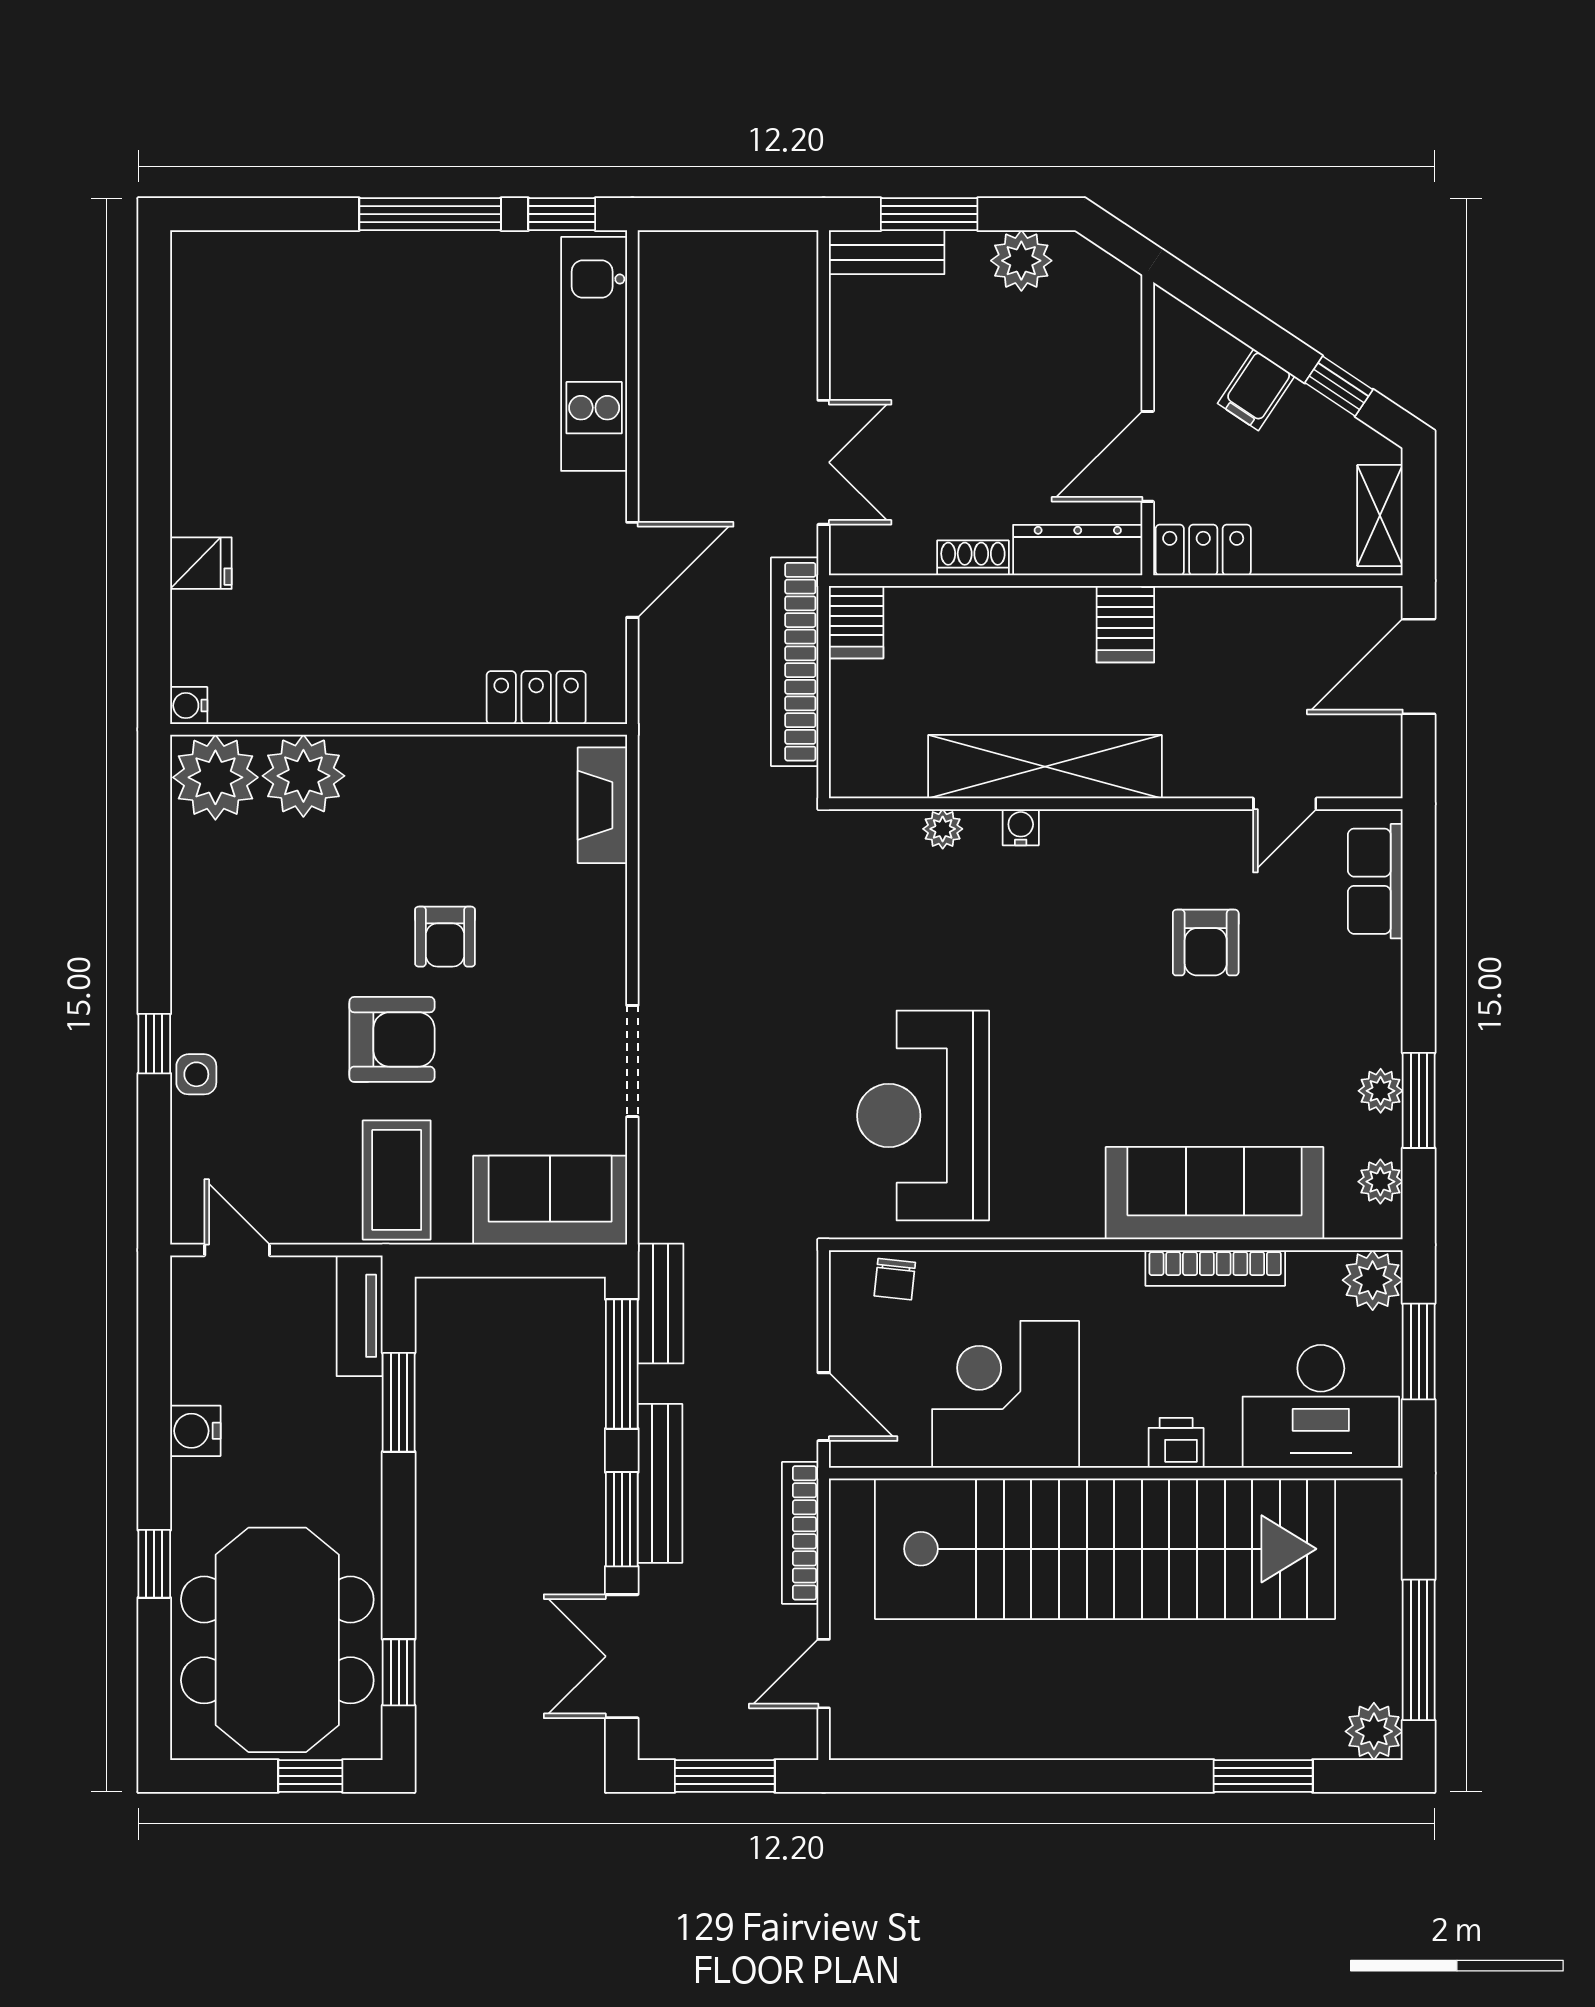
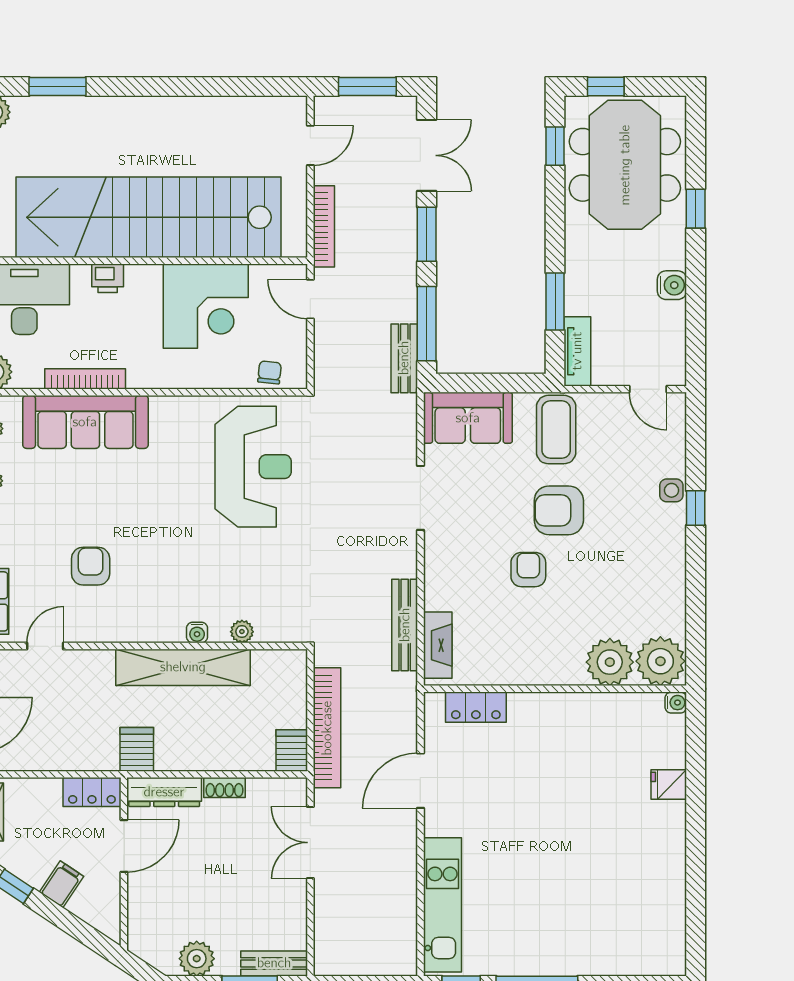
bench: (660, 1483) -> (405, 625), moved

